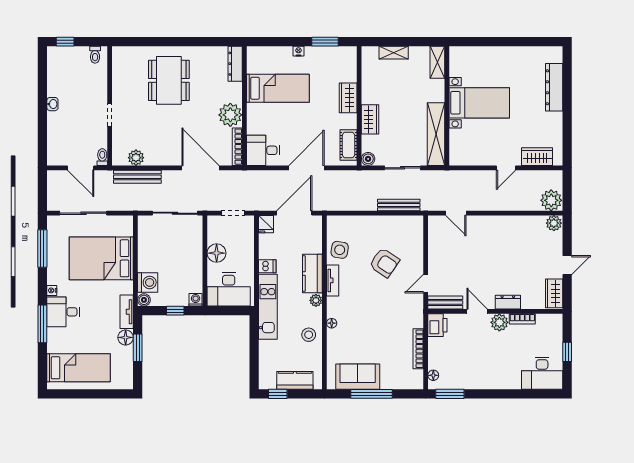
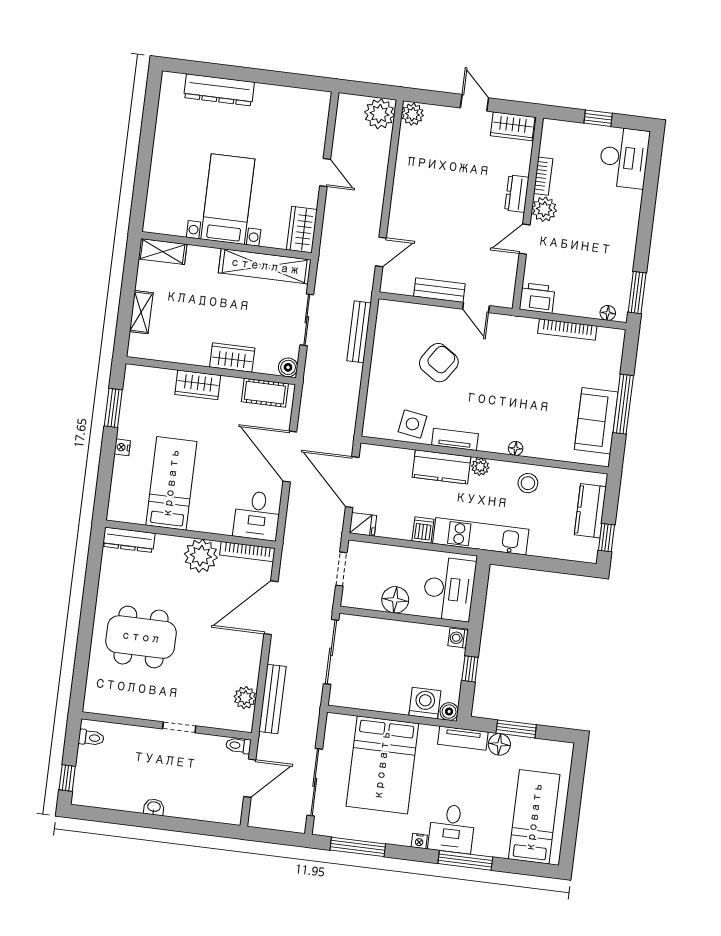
wardrobe: (537, 157) -> (302, 230), moved
bench: (445, 303) -> (439, 290), moved, turned 90

